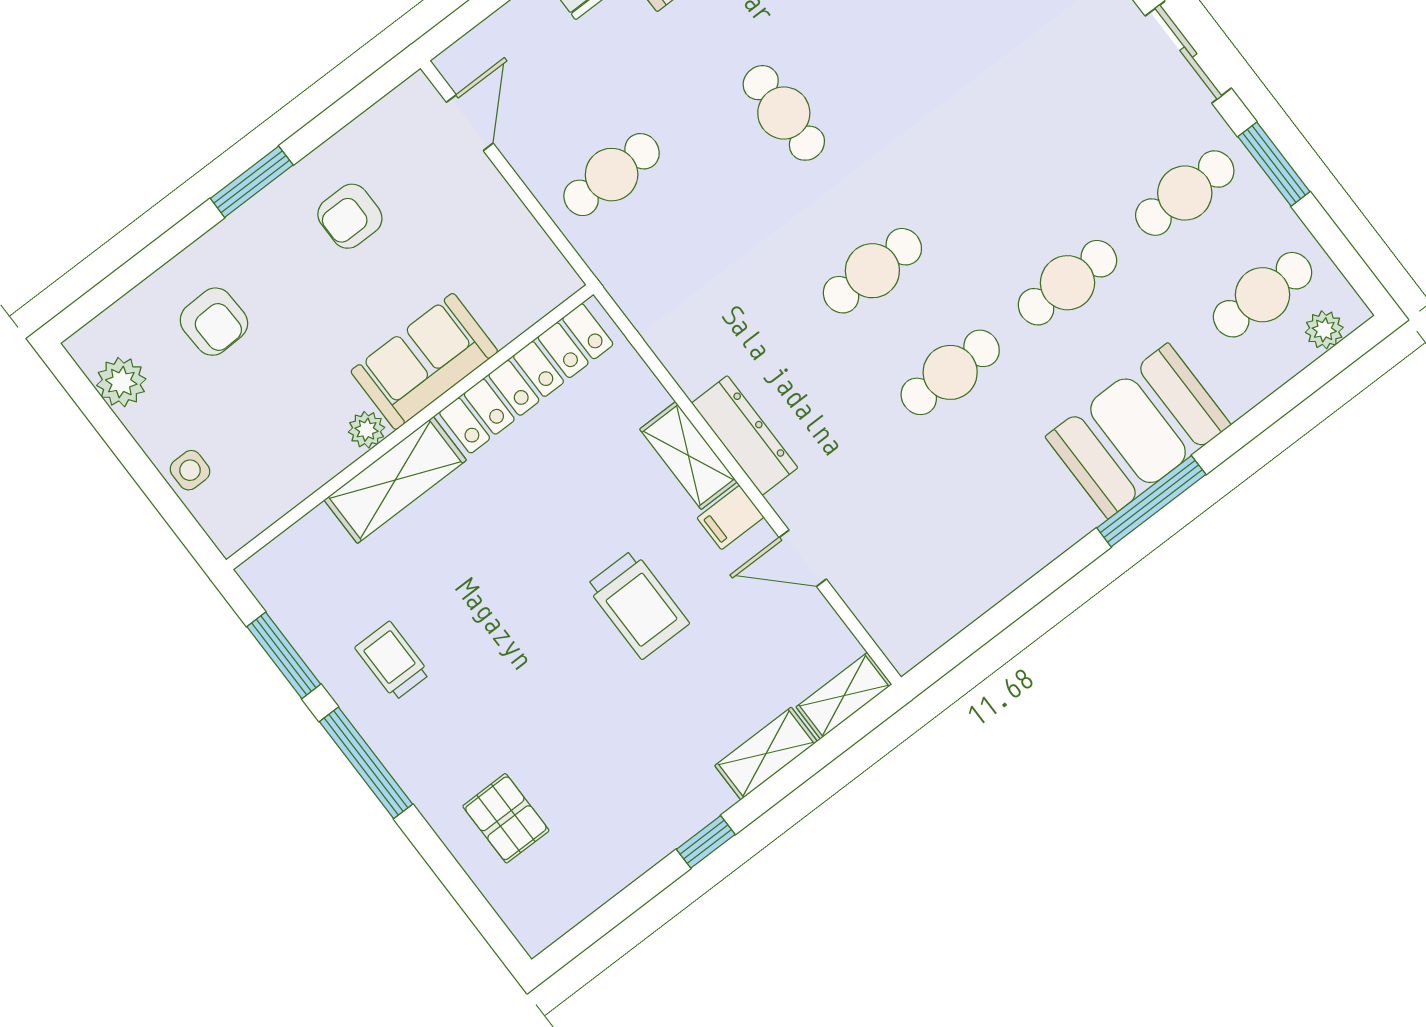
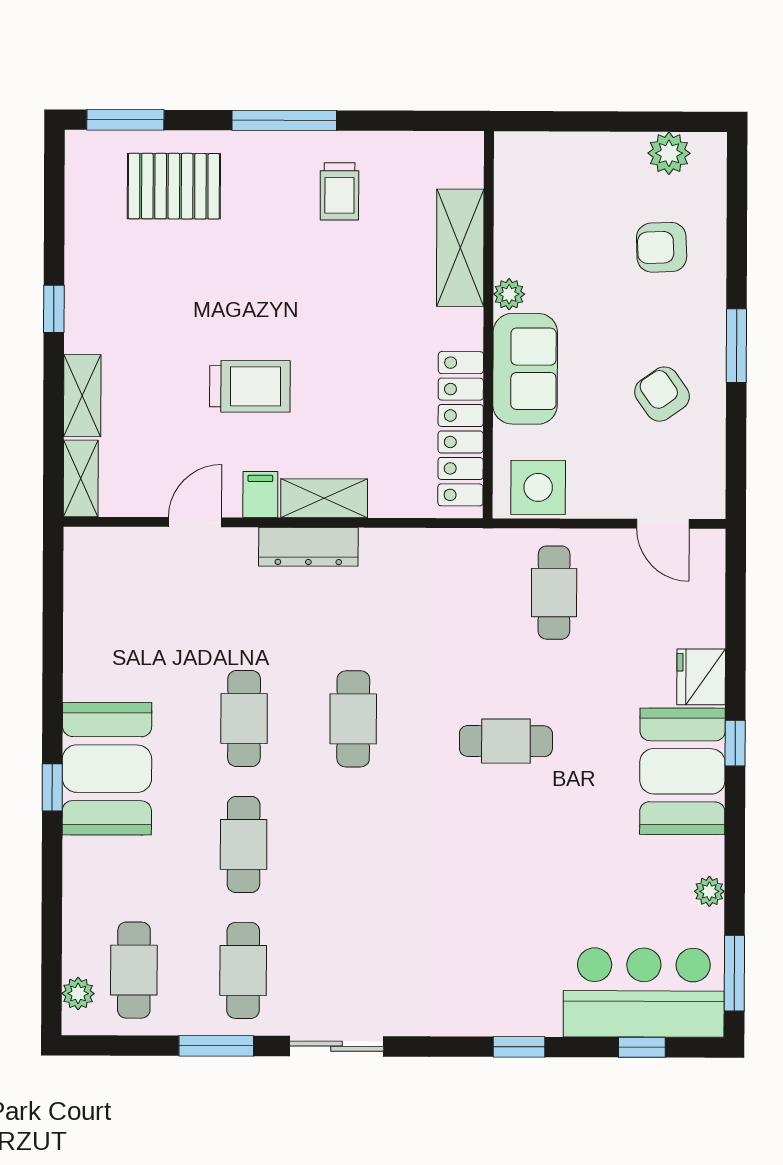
armchair: (350, 216) -> (662, 394), turned -35
booth: (1138, 431) -> (107, 769), moved
side table: (190, 470) -> (538, 487), moved, width x1.87, depth x1.87
shelving: (395, 480) -> (460, 248), moved
window: (1151, 501) -> (52, 787), width x0.46
trolley: (638, 604) -> (250, 386), turned 180
window: (284, 655) -> (125, 120), moved
trolley: (392, 661) -> (339, 191), turned 90
pallet: (506, 818) -> (174, 186), width x1.50, depth x1.42

